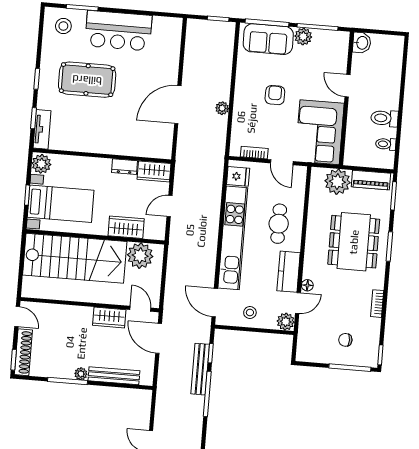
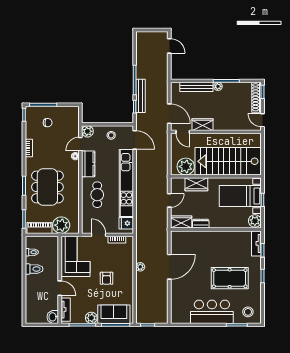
tv unit: (341, 52) -> (66, 310), added

